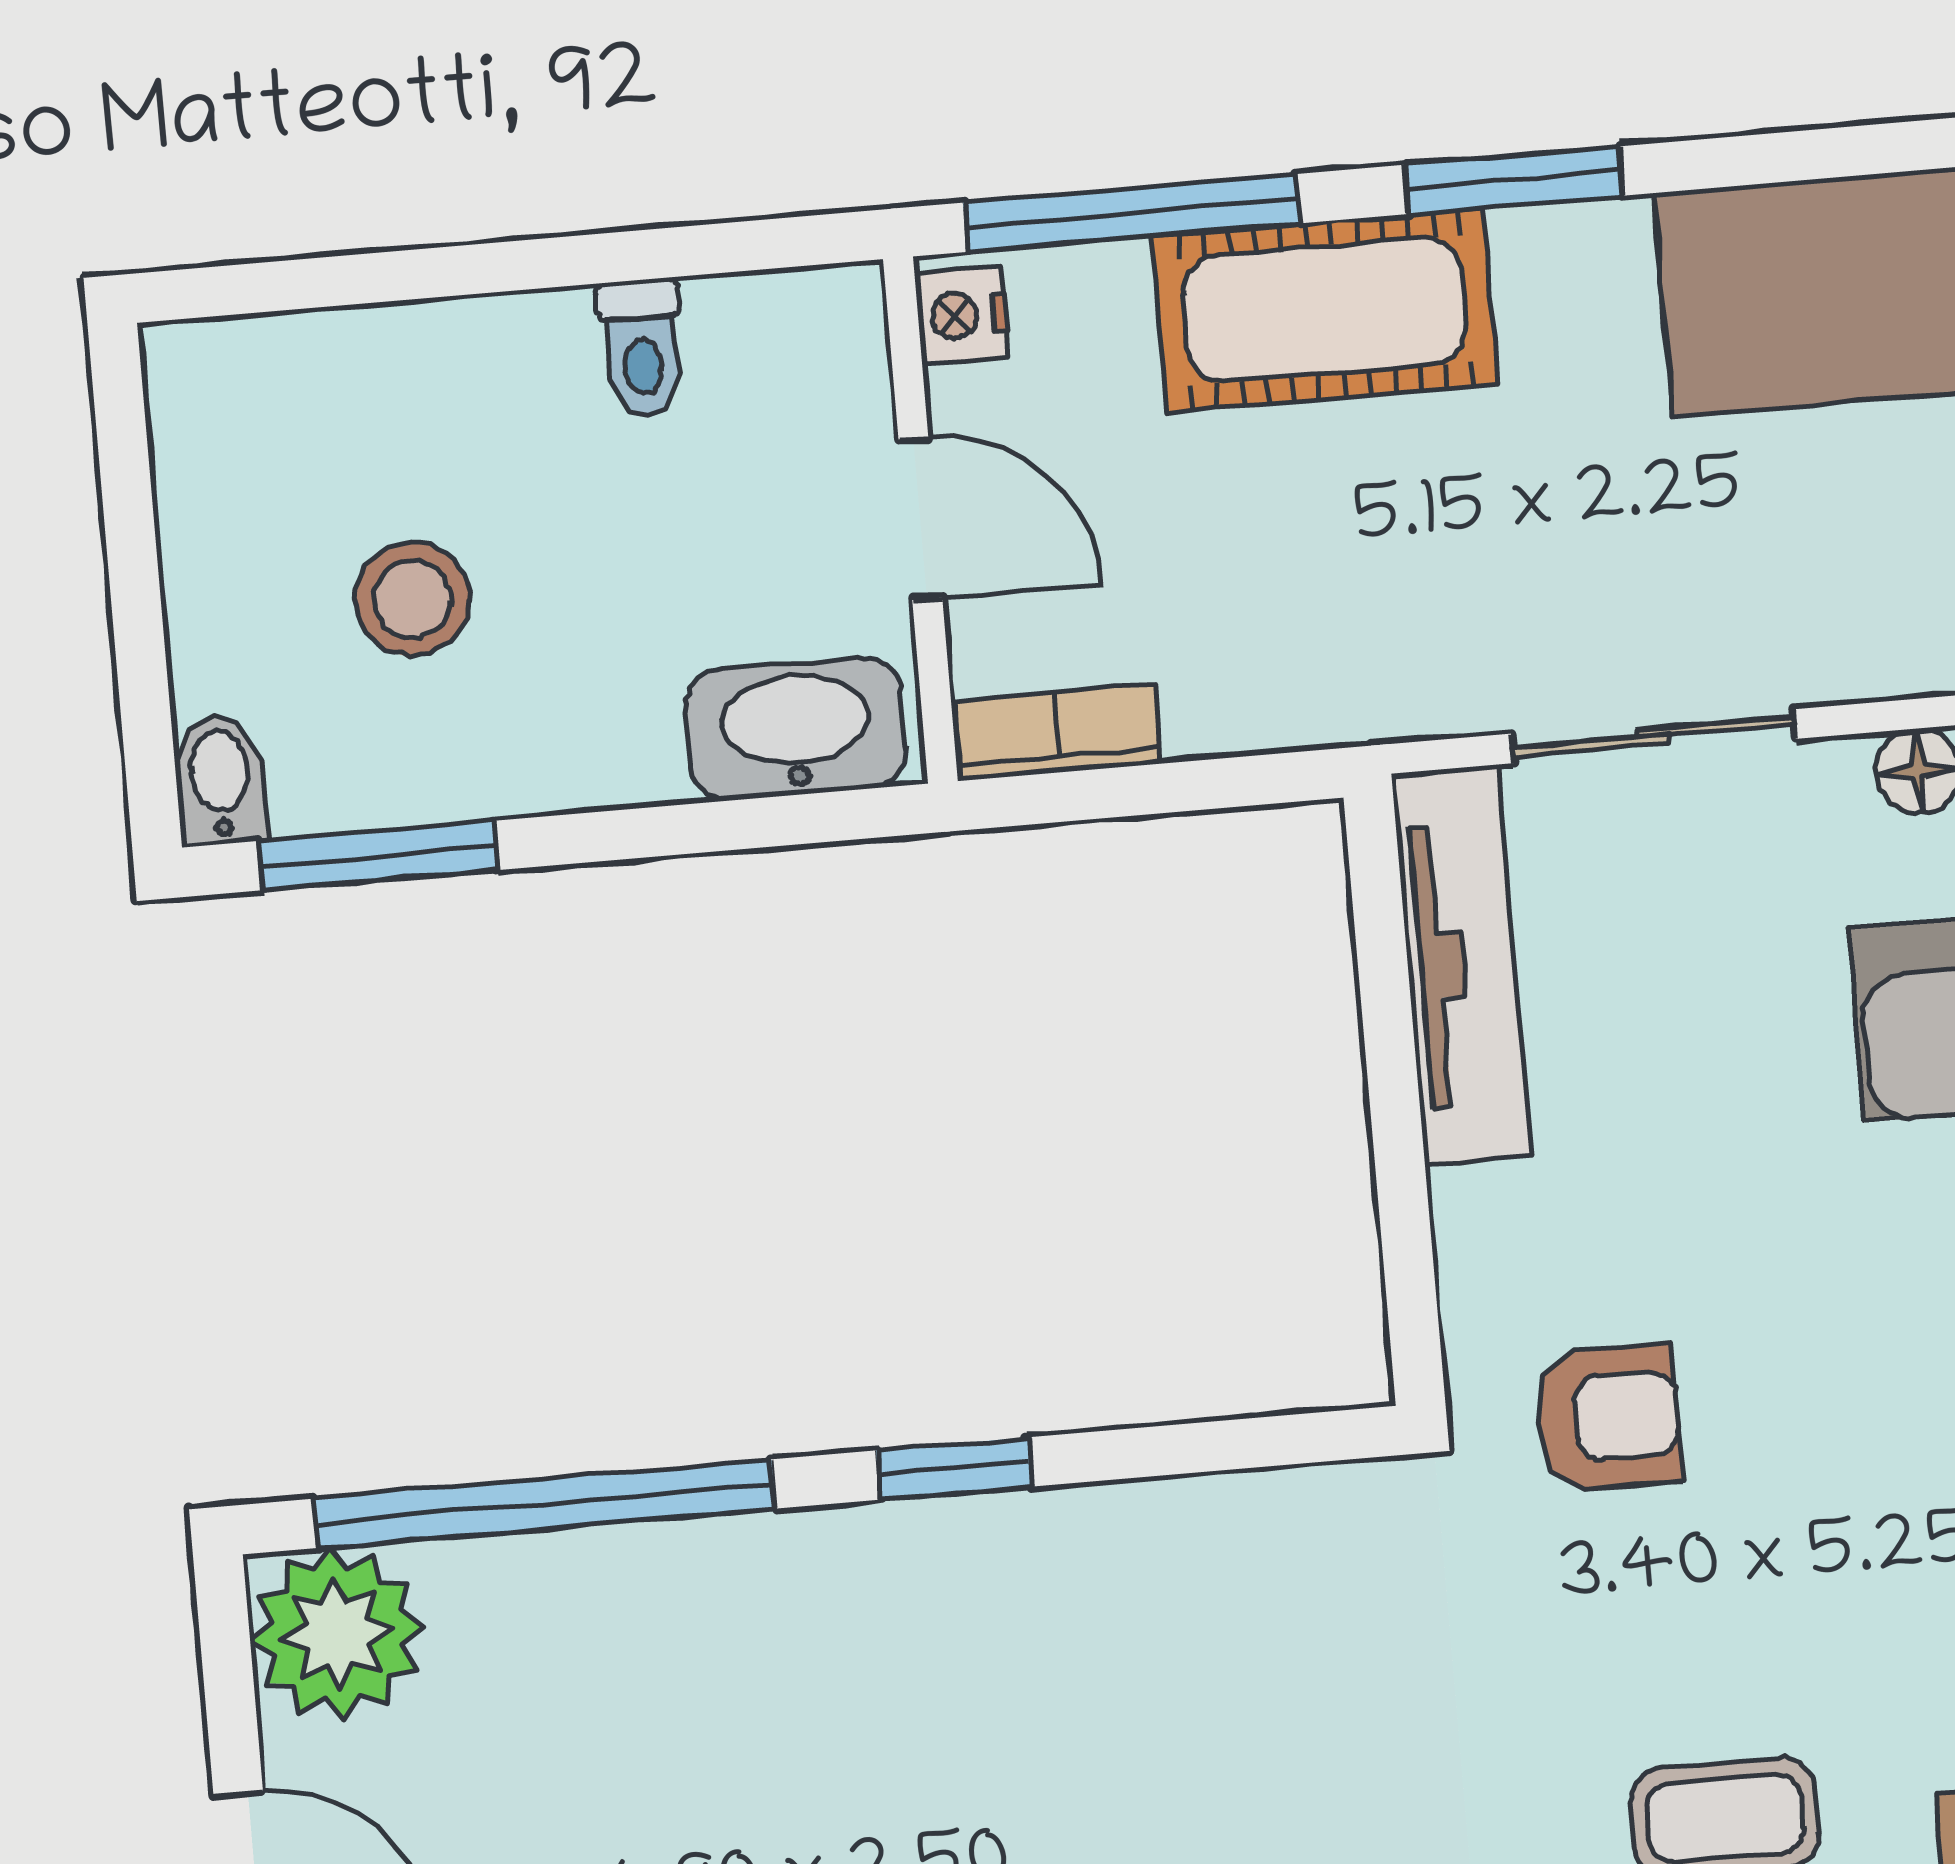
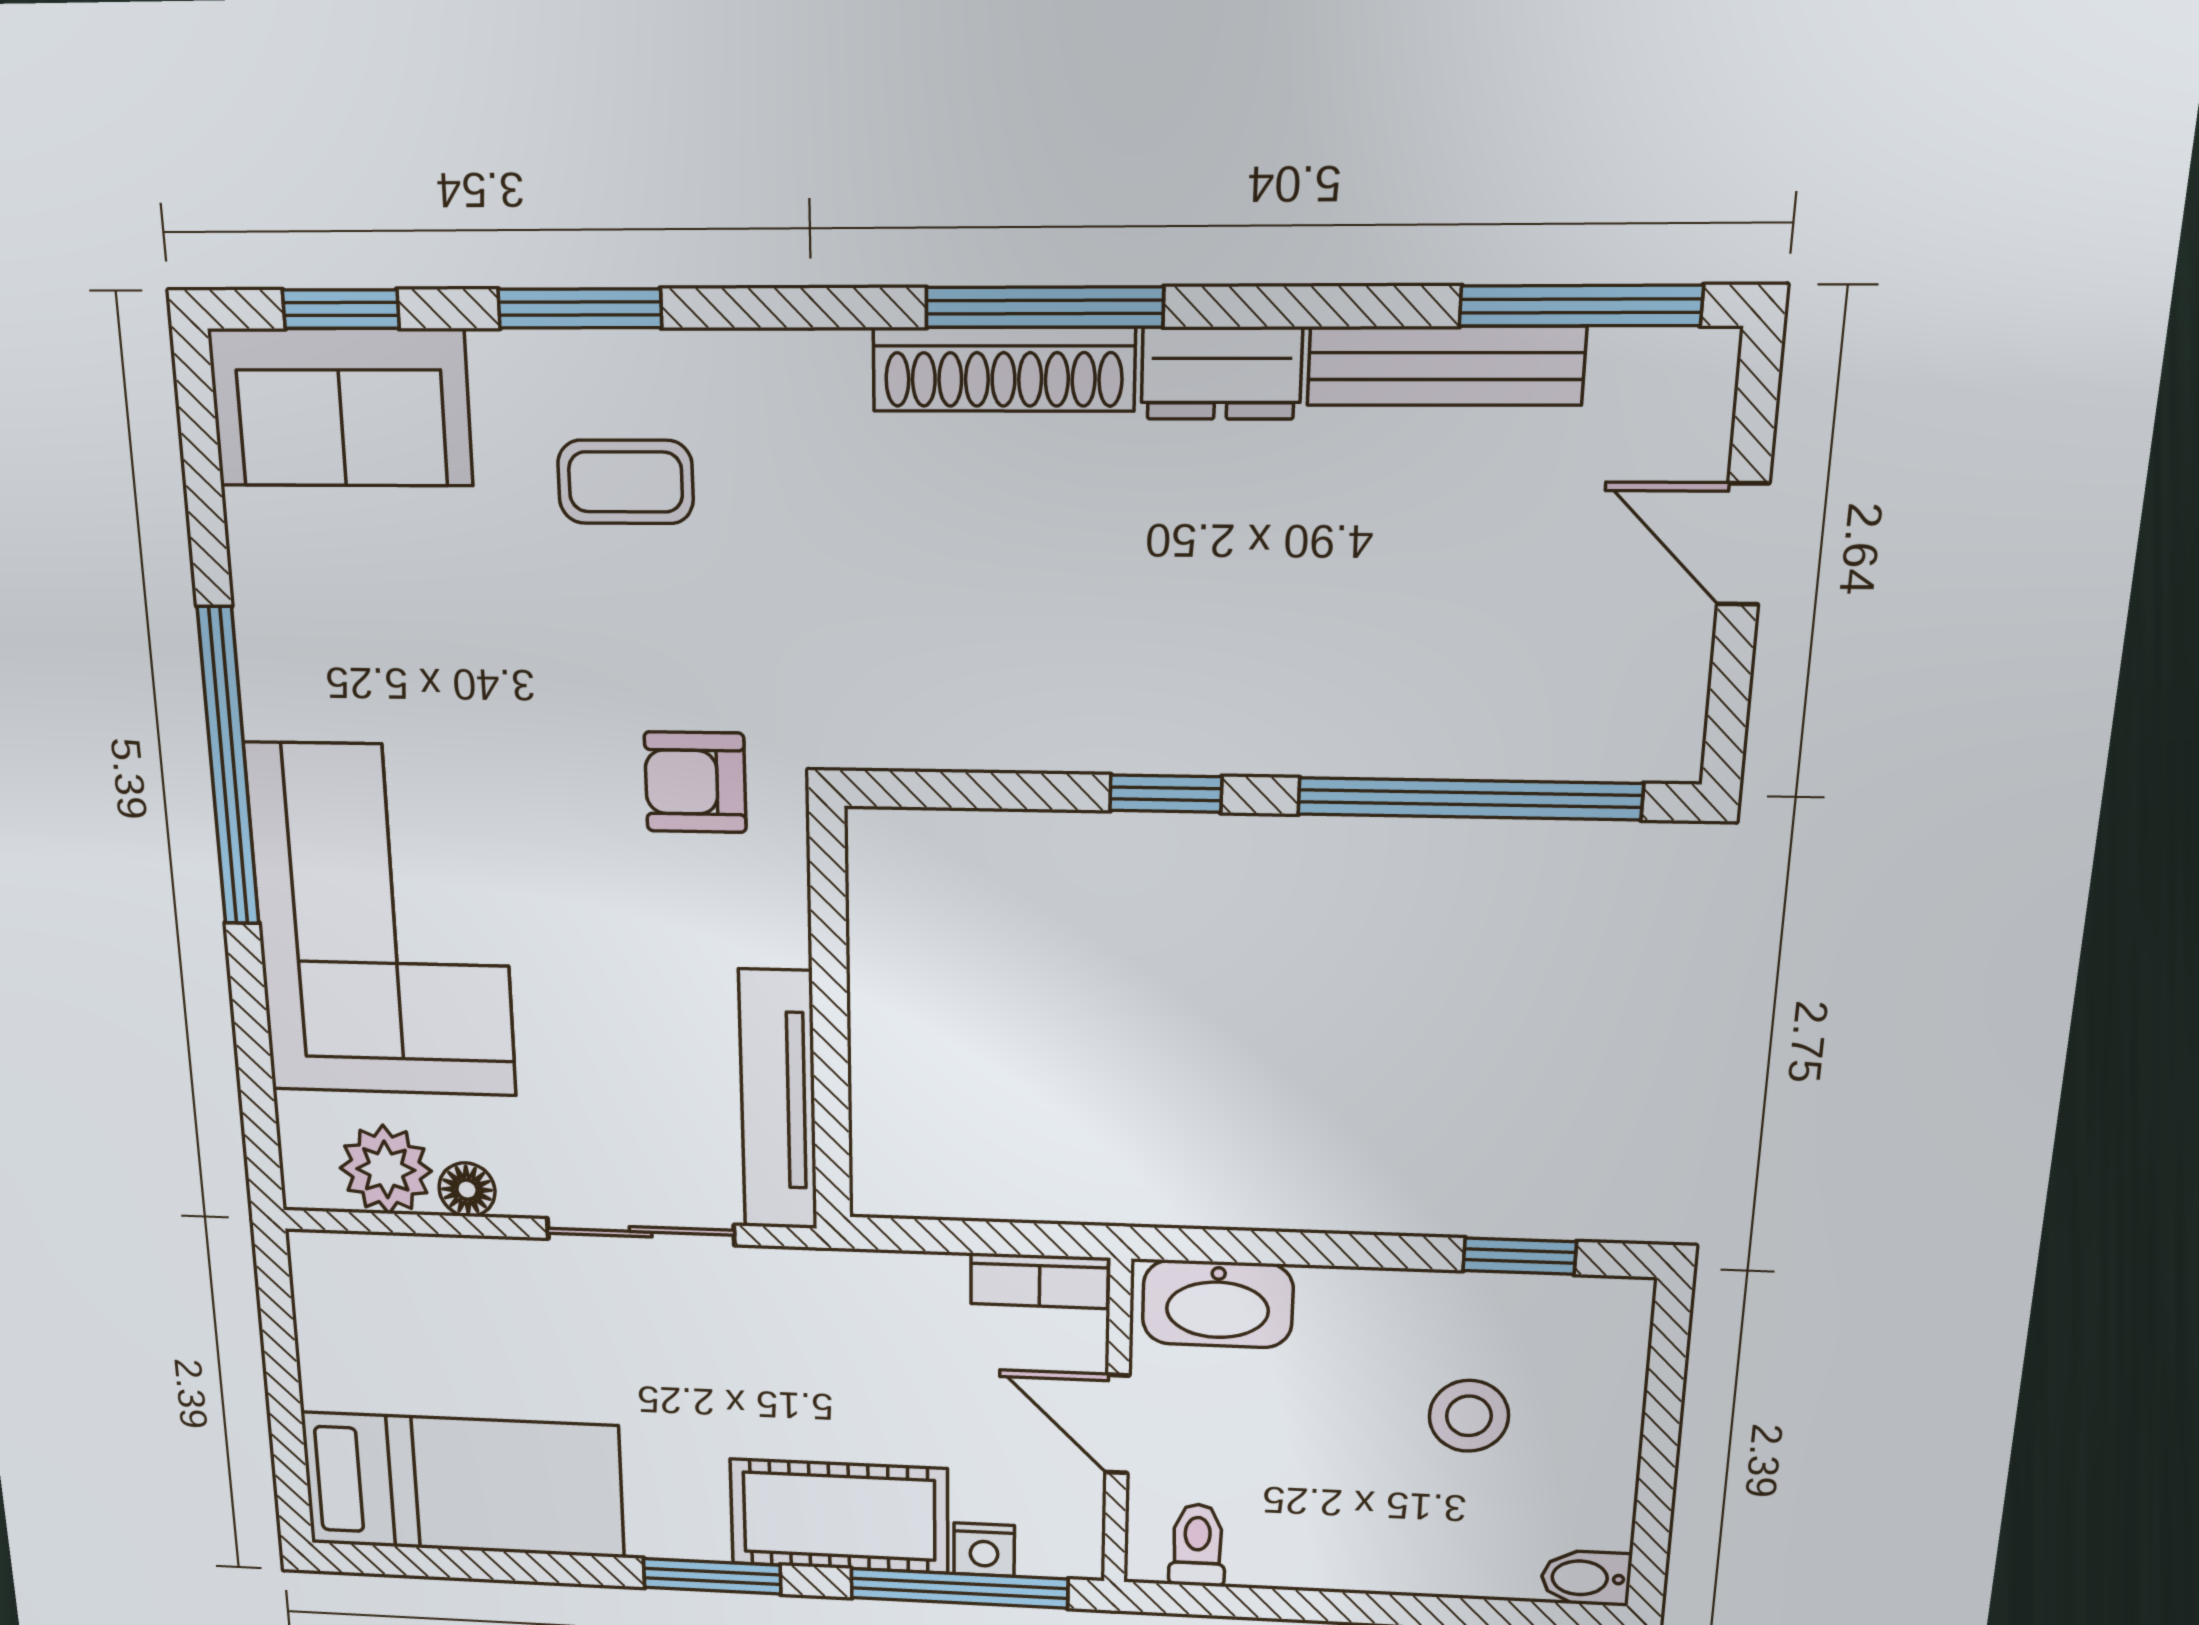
nightstand: (961, 315) -> (984, 1550), moved, turned 90
toilet: (642, 348) -> (1197, 1545), moved
bidet: (220, 780) -> (1586, 1578), moved, turned 90
window: (378, 856) -> (1520, 1256), width x0.67
plant: (337, 1634) -> (1641, 719), removed

